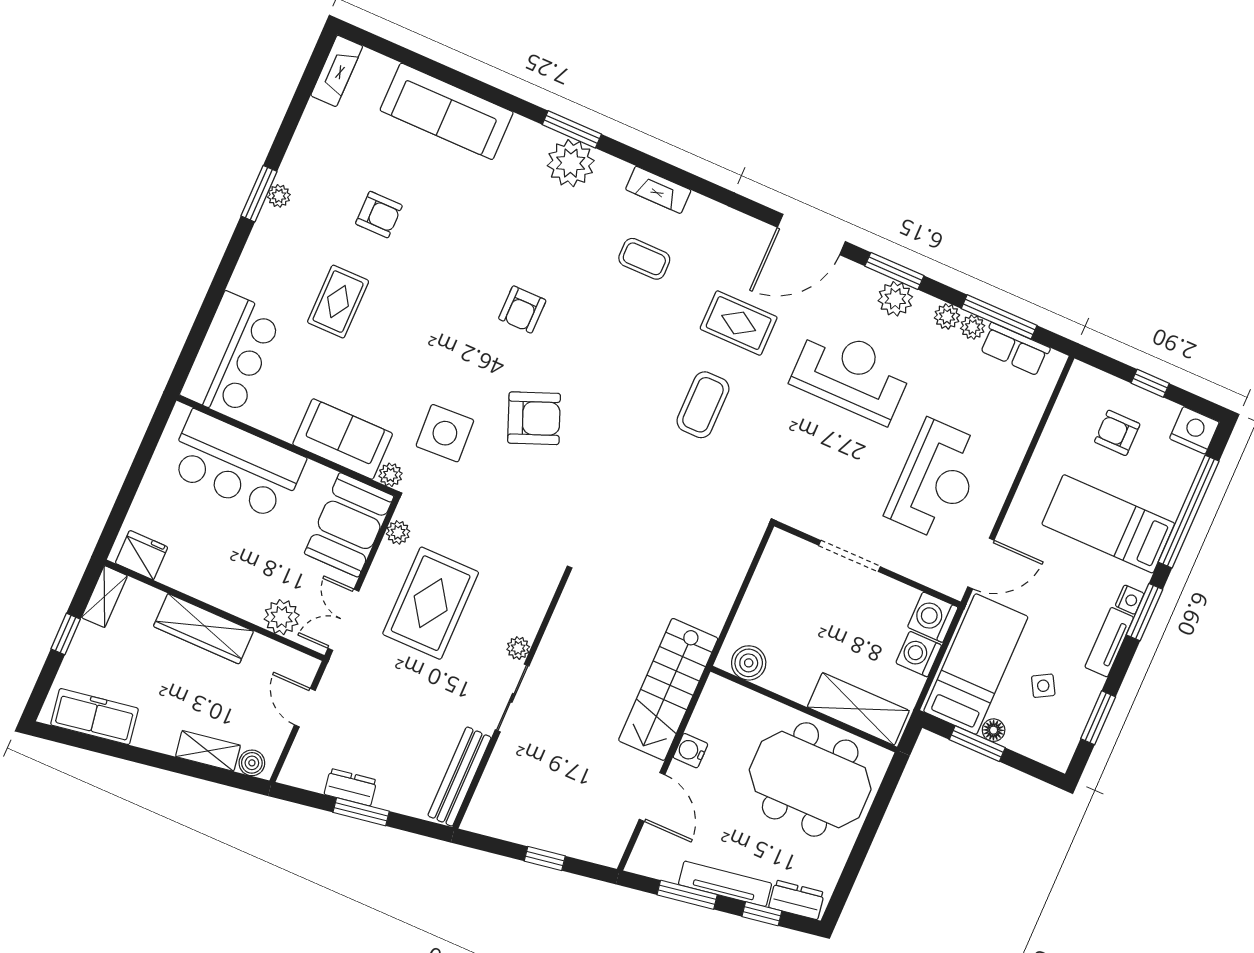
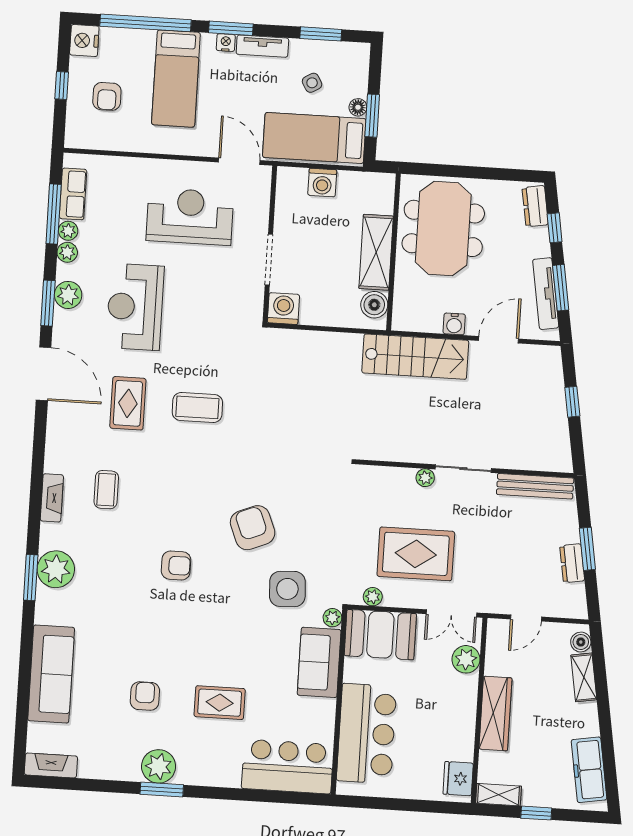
plant: (279, 196) -> (159, 766), width x1.88, depth x1.88
washing machine: (933, 617) -> (283, 309), moved, turned 180
shelving: (858, 709) -> (376, 252), moved
tv unit: (725, 884) -> (546, 294), moved

